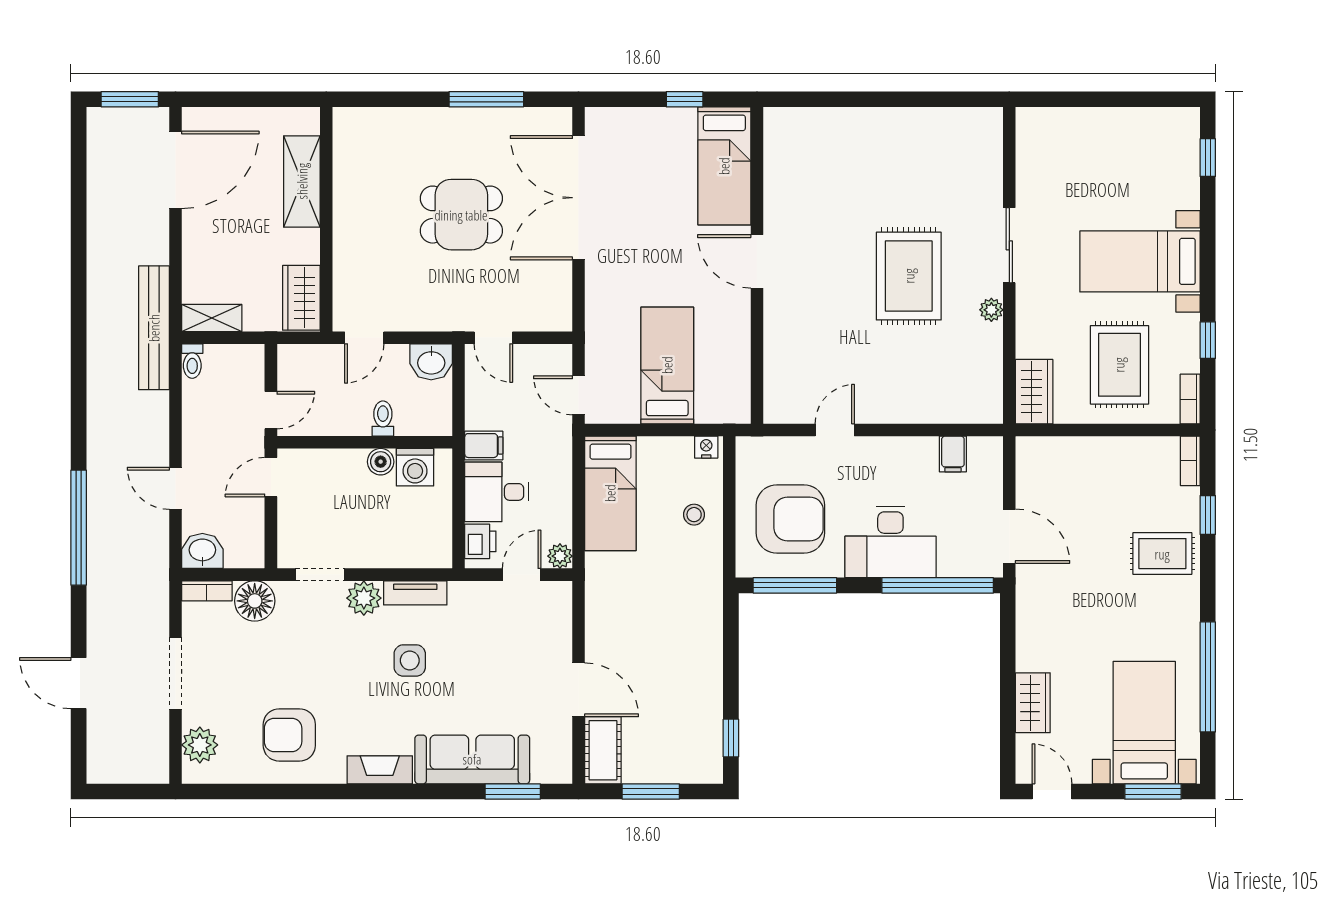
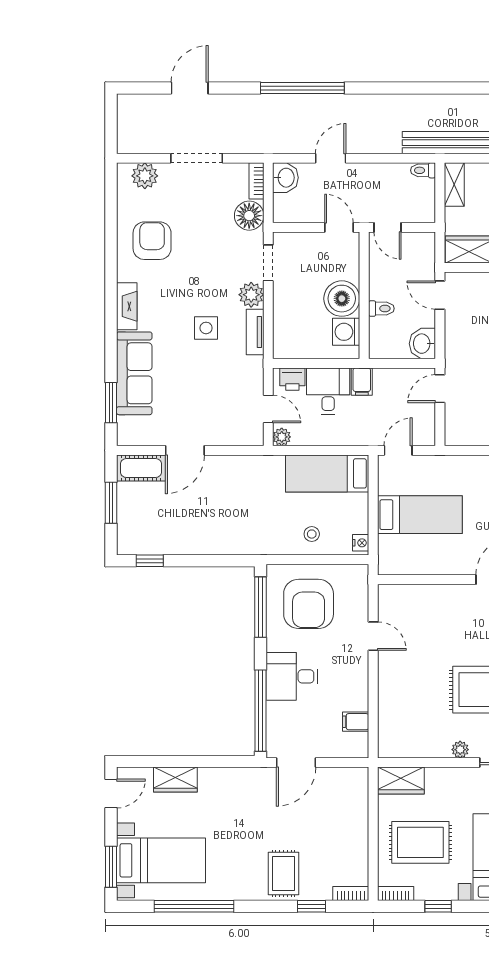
boiler: (381, 462) -> (342, 299), width x1.86, depth x1.86
desk: (890, 542) -> (292, 676), width x0.73

